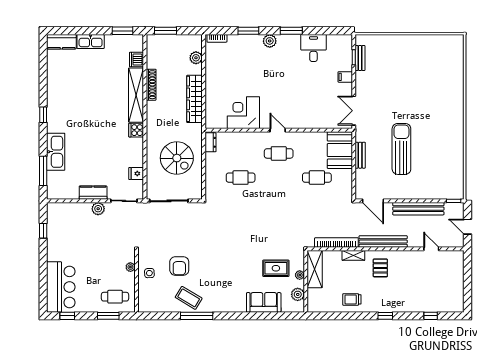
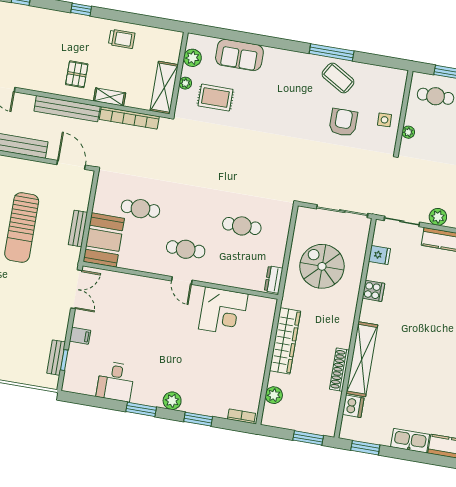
cooker: (136, 130) -> (373, 291), moved

